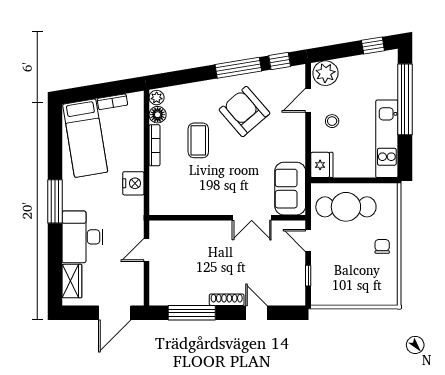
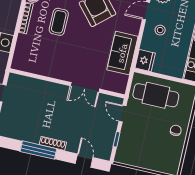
sofa: (290, 189) -> (122, 53), moved
window: (192, 313) -> (38, 150), moved
door: (256, 313) -> (84, 161), moved

